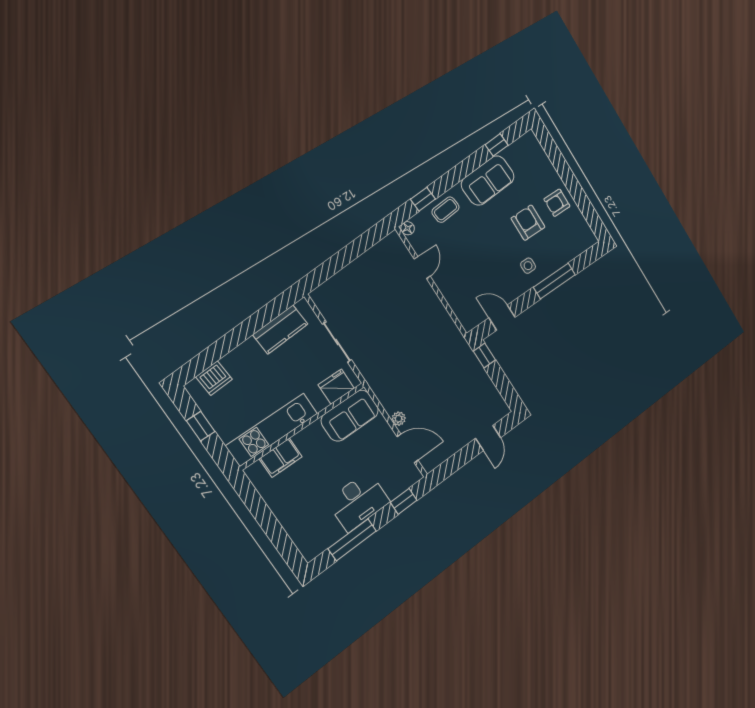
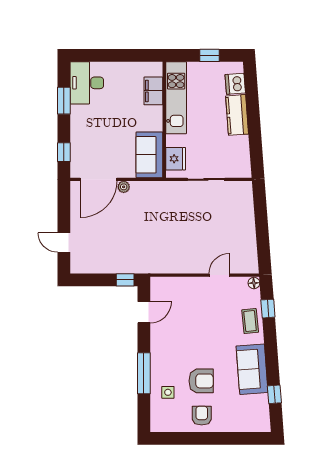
side table: (528, 266) -> (168, 392), moved
door: (422, 268) -> (219, 275), swing flipped
kitchen counter: (280, 329) -> (237, 115), moved
door: (408, 448) -> (99, 179), width x1.36
desk: (358, 501) -> (87, 83), moved
window: (352, 540) -> (64, 101), width x0.69

